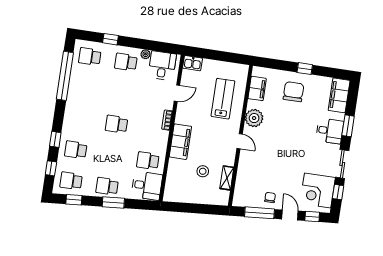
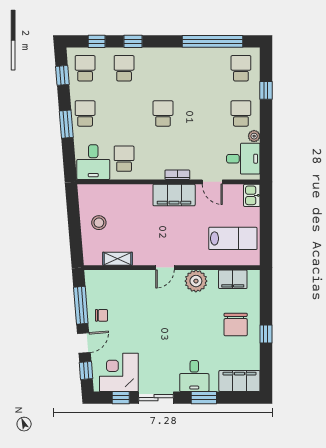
chair: (293, 92) -> (236, 324), turned 90
lab bench: (223, 99) -> (233, 238), moved
filing cabinet: (180, 142) -> (174, 195), moved
stool: (203, 171) -> (99, 223), moved

